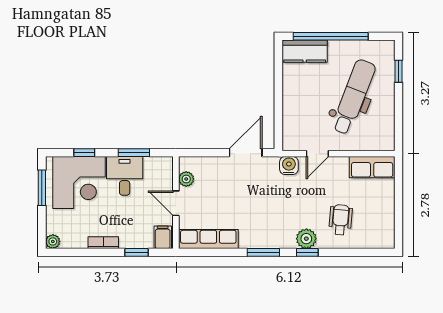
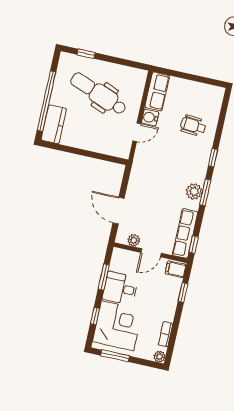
door: (246, 153) -> (119, 211), moved
door: (317, 154) -> (137, 132), hinge flipped
water cooler: (289, 166) -> (150, 117), moved
plant: (306, 239) -> (194, 192), moved
bookcase: (103, 243) -> (166, 334), moved
window: (197, 252) -> (194, 245), added

